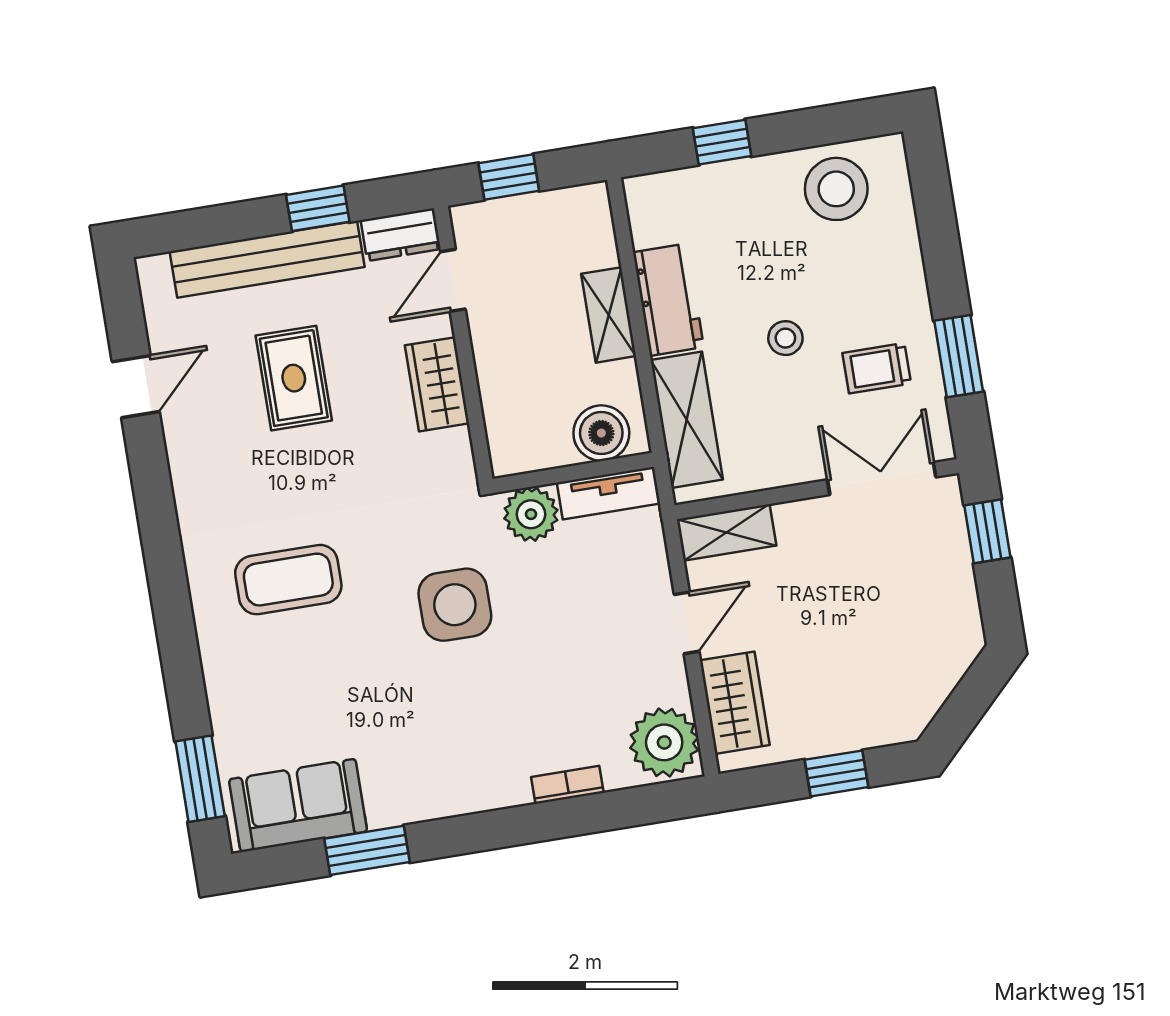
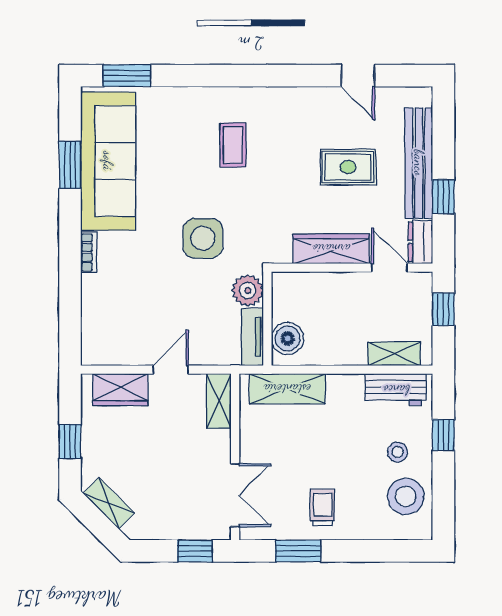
workbench: (668, 300) -> (396, 390), moved
shelving: (609, 315) -> (394, 354), moved
stool: (785, 338) -> (398, 452), moved
trolley: (877, 368) -> (323, 507), moved
wardrobe: (437, 384) -> (331, 249), width x1.50
coffee table: (288, 580) -> (233, 145), width x0.73, depth x0.77
door: (687, 623) -> (171, 370), swing flipped
shelving: (930, 691) -> (109, 503), added
plant: (664, 742) -> (104, 346), removed
bookcase: (567, 785) -> (89, 252), moved
sofa: (298, 805) -> (108, 161), width x1.85, depth x1.27

